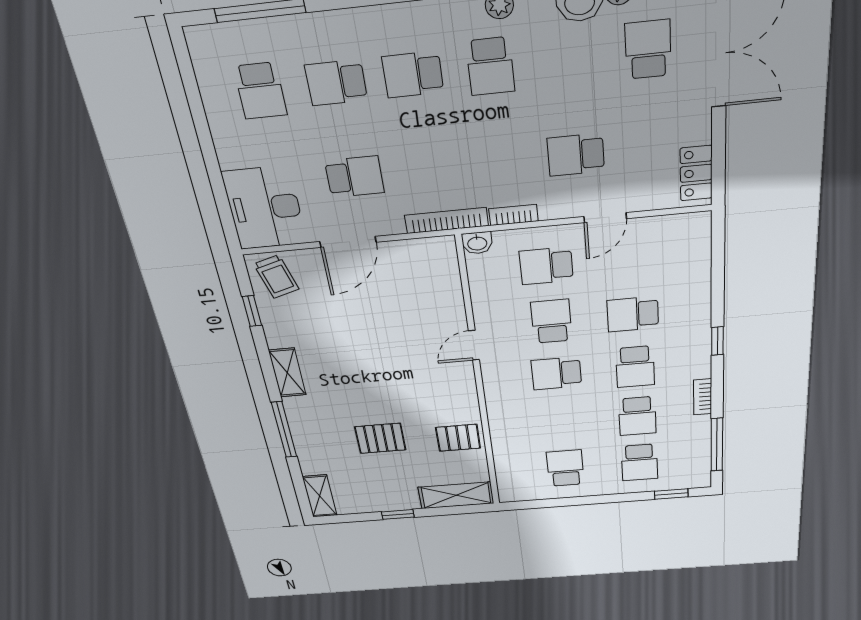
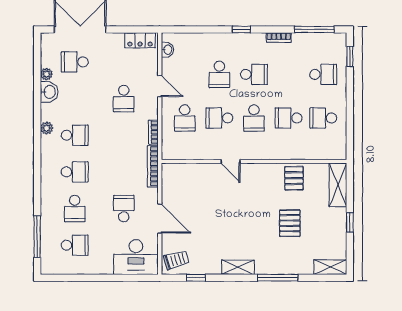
school desk: (413, 75) -> (75, 172), turned -90
washbasin: (477, 243) -> (167, 50), moved
school desk: (637, 416) -> (289, 118), moved, turned 180

